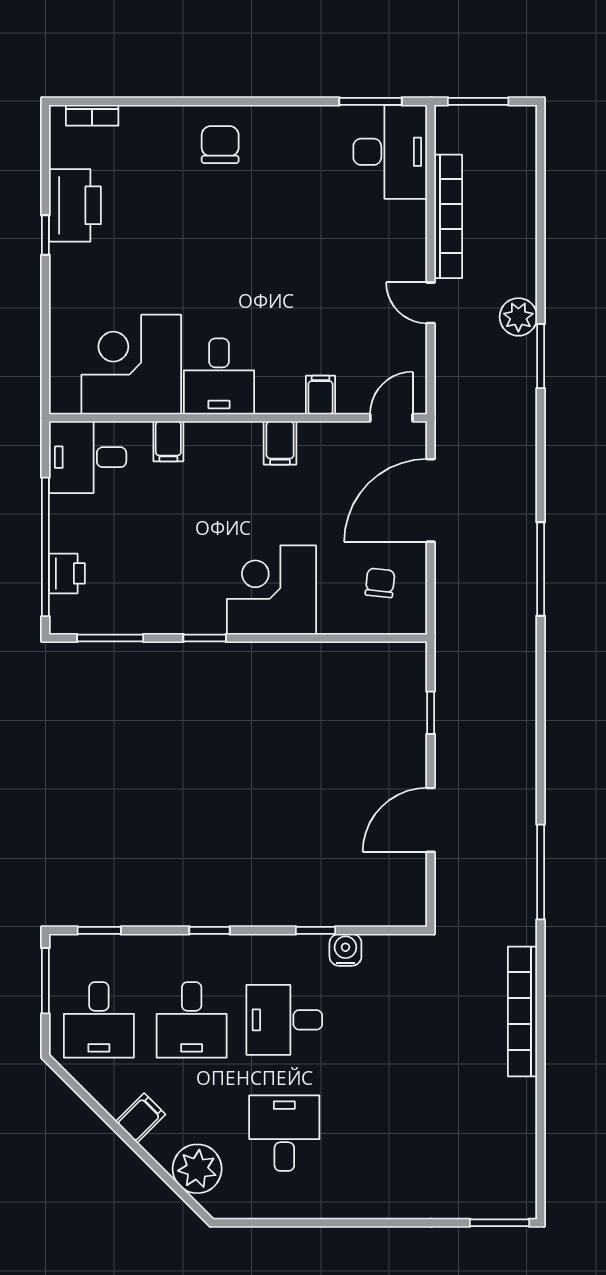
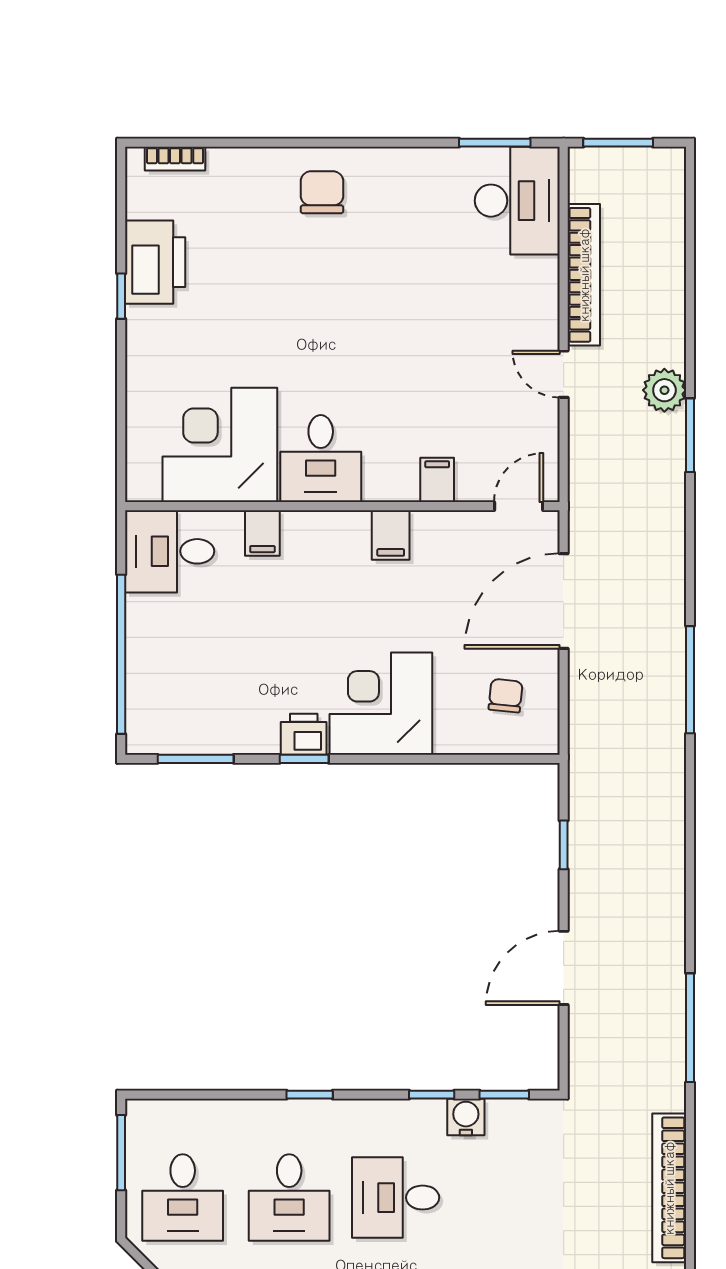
printer: (67, 573) -> (304, 734), moved, turned -90
window: (99, 930) -> (504, 1095), moved

